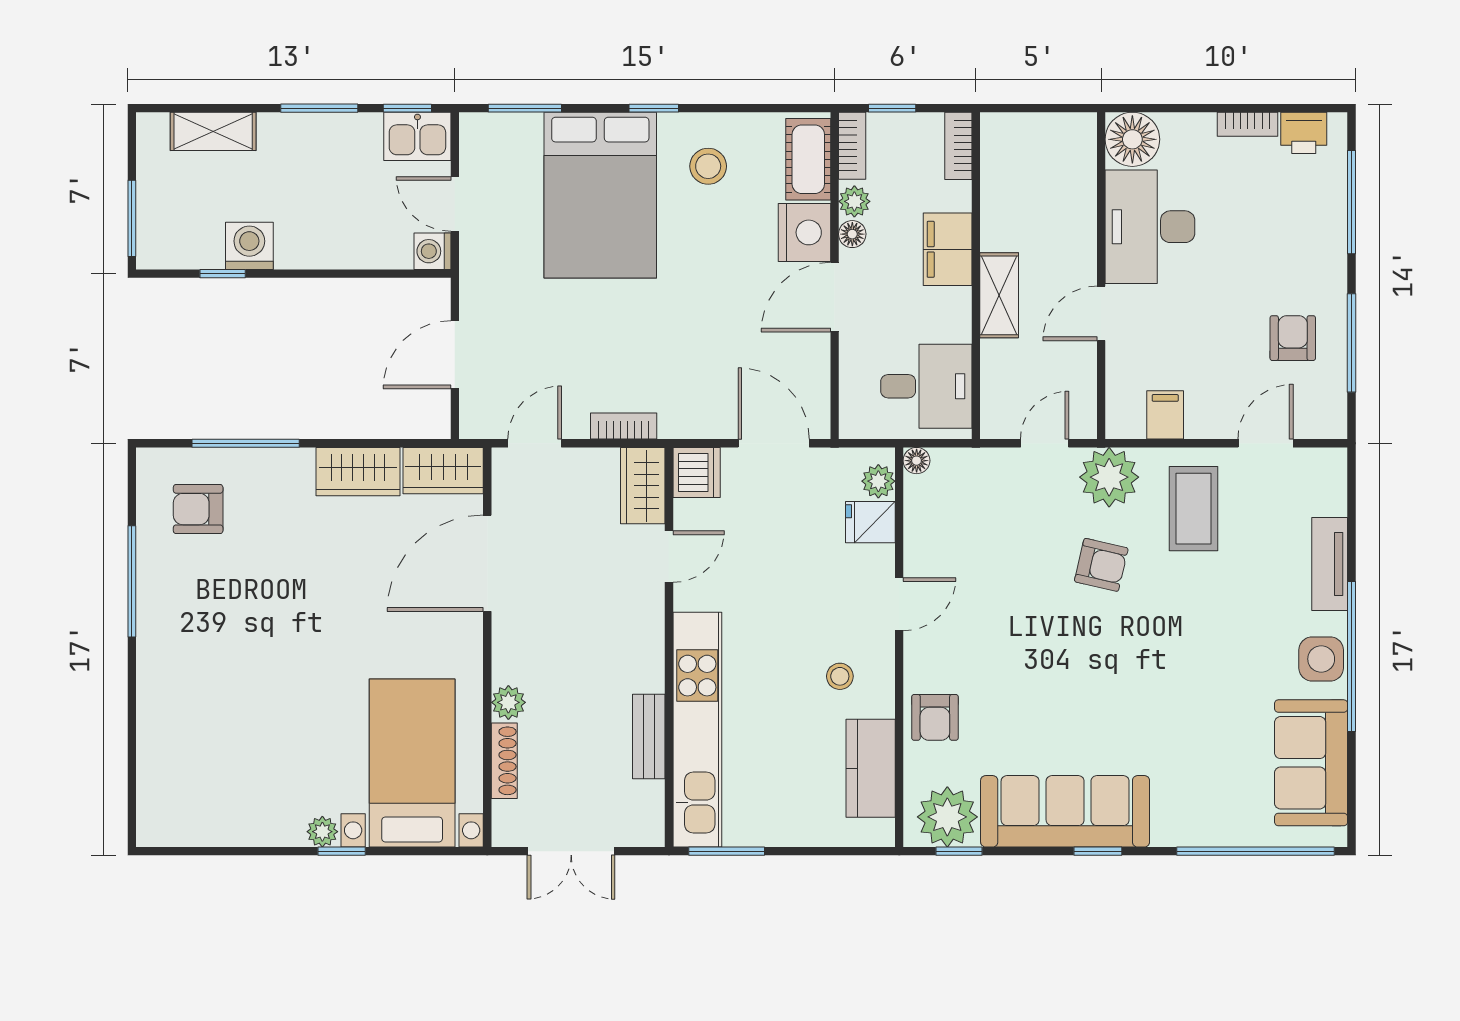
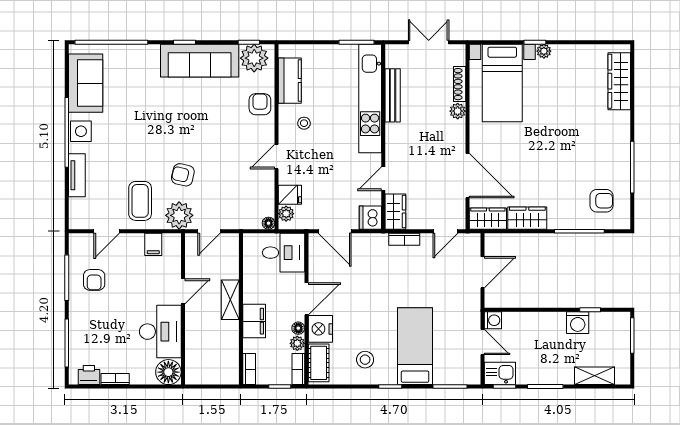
bed: (600, 195) -> (415, 346), width x0.67
desk: (926, 386) -> (283, 253), moved, turned 180
door: (487, 563) -> (467, 176), hinge flipped
bench: (649, 736) -> (393, 95), width x1.36
wardrobe: (160, 767) -> (619, 81), added

